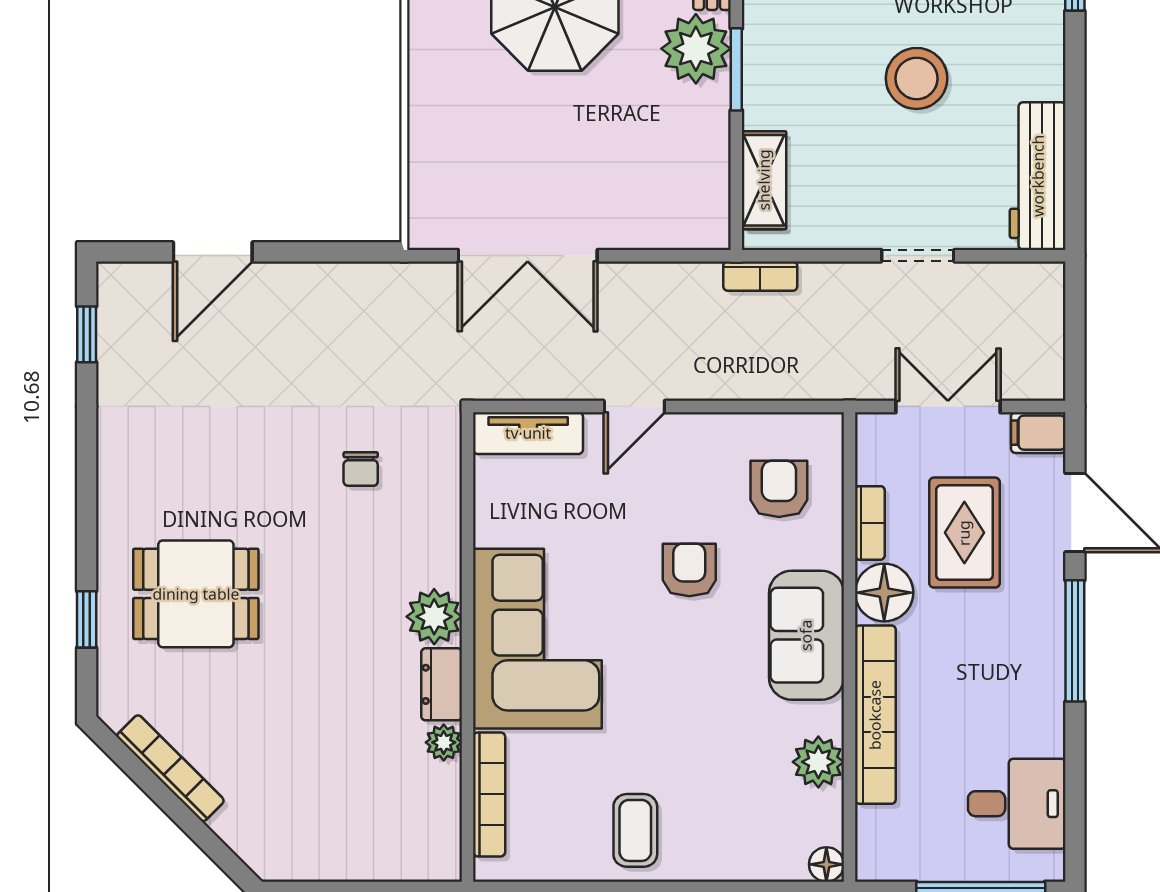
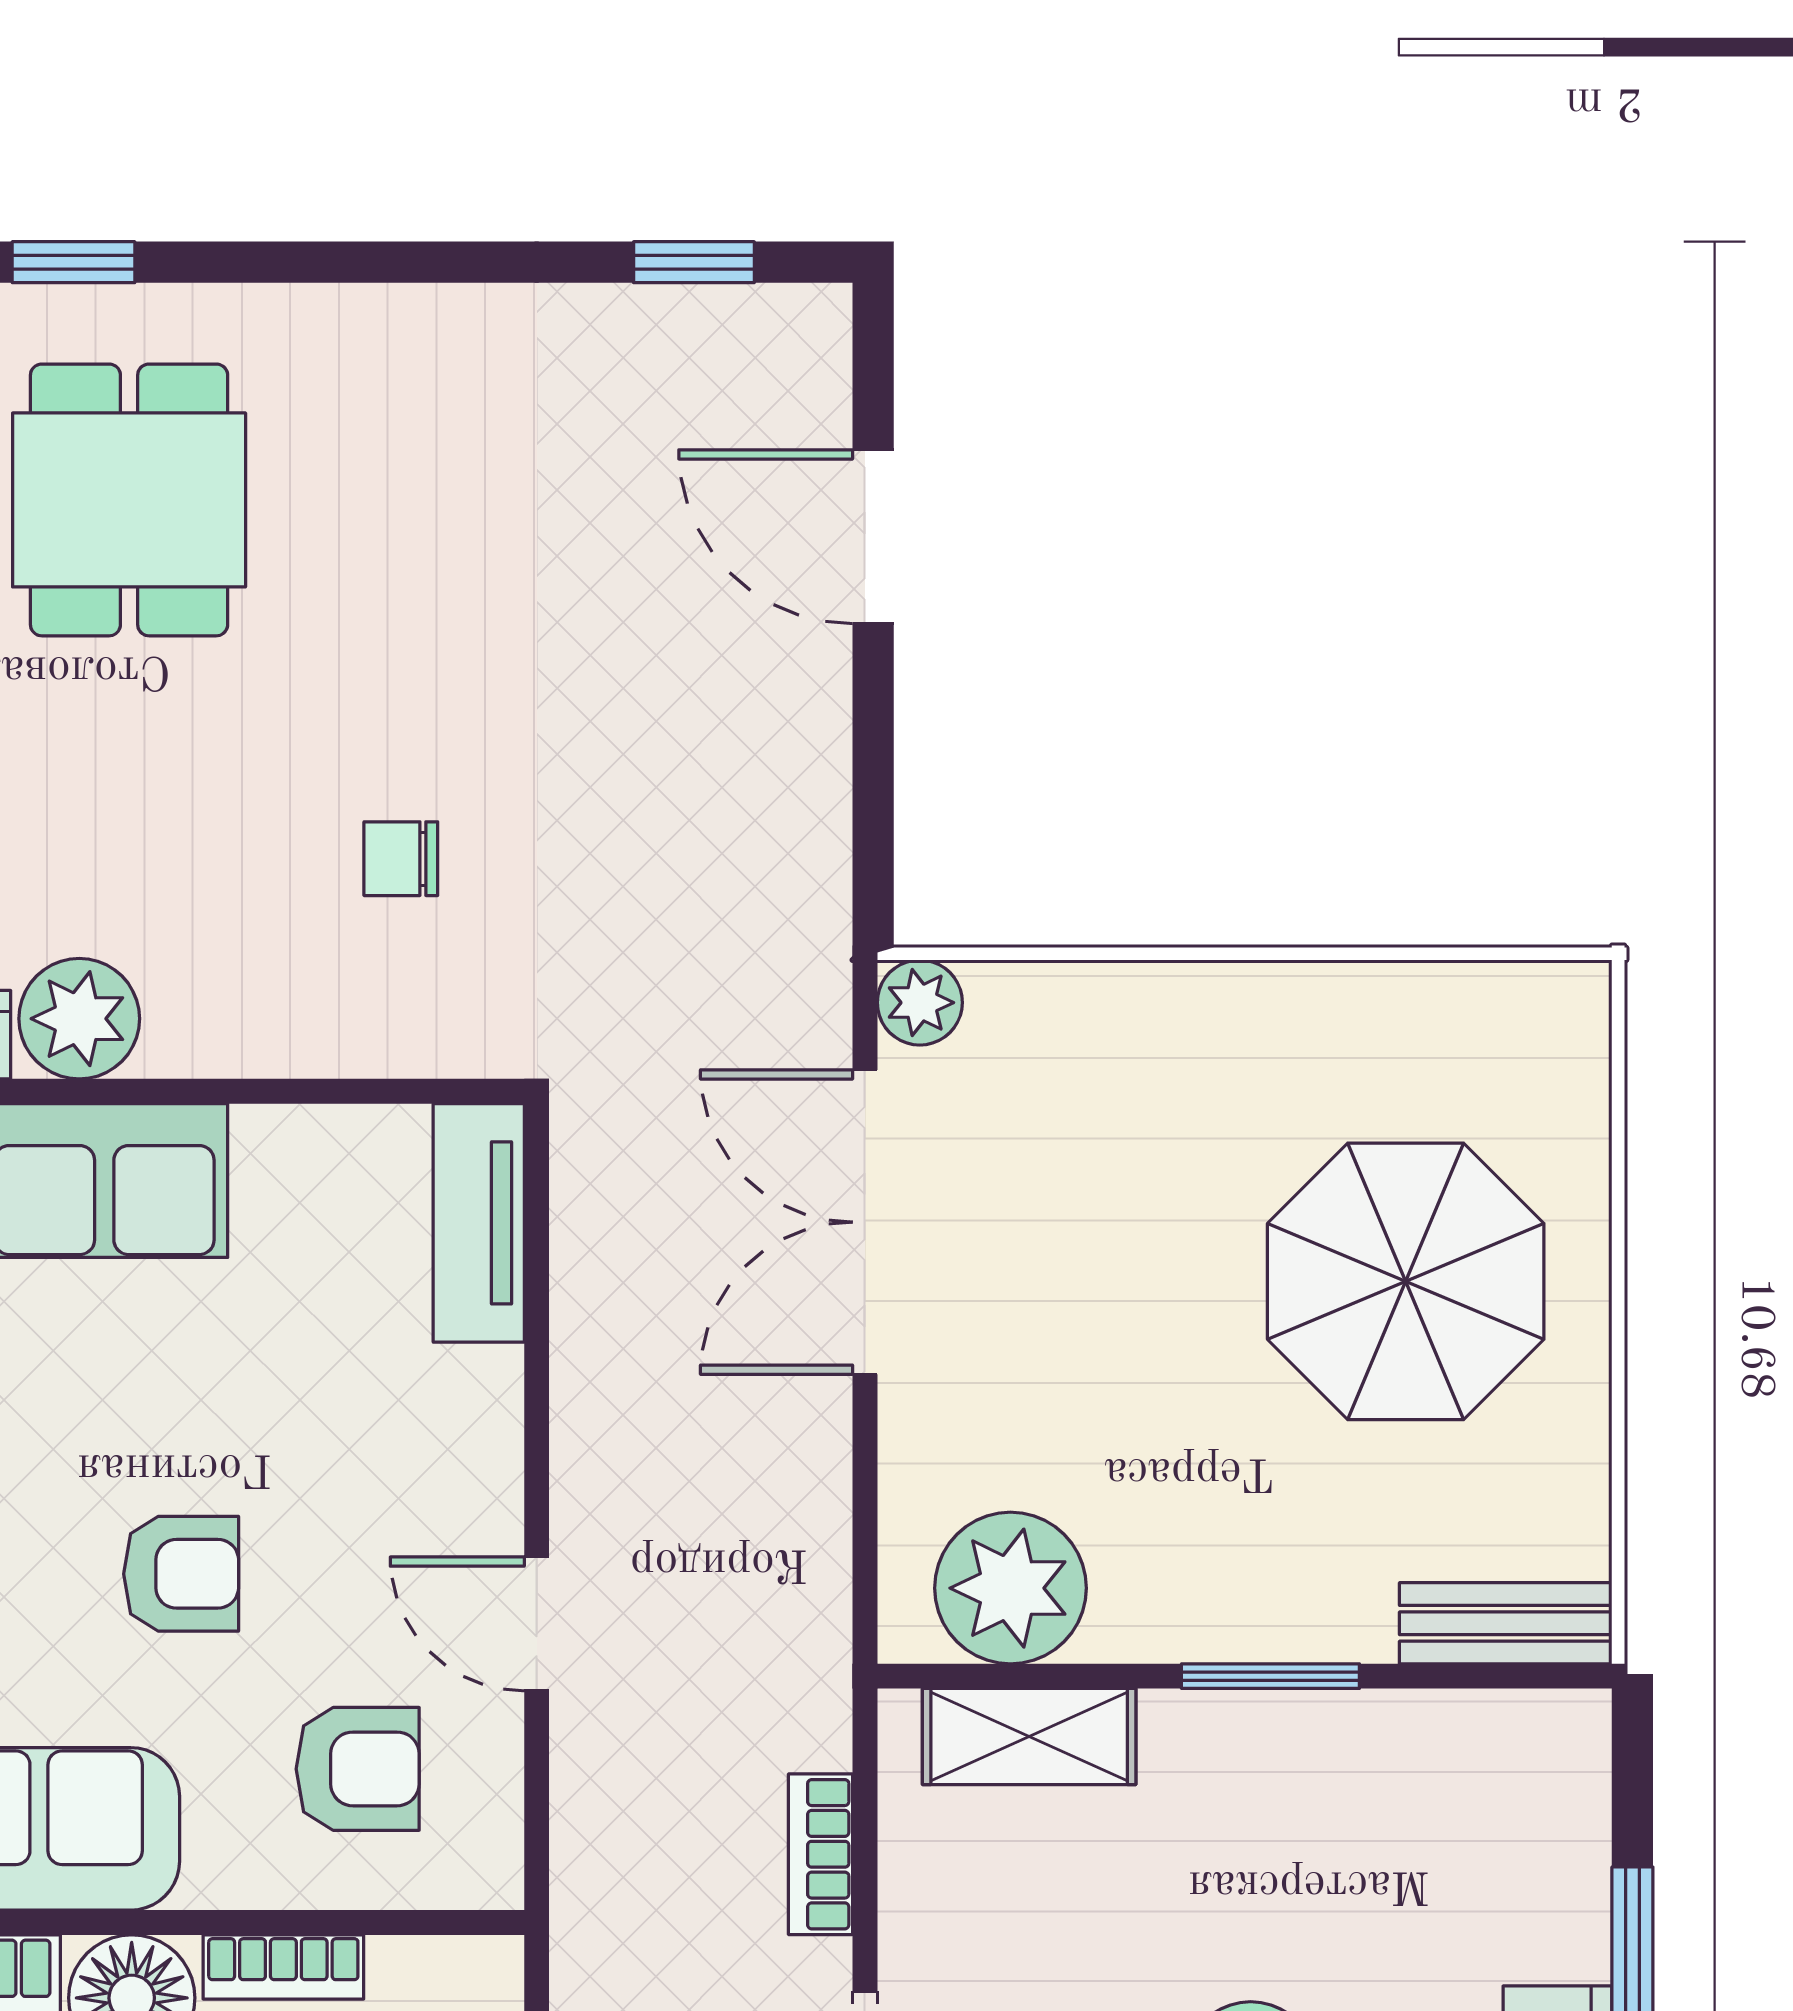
plant: (696, 49) -> (1010, 1588), moved
plant: (427, 230) -> (920, 1003), added
bookcase: (760, 276) -> (821, 1854), moved
door: (634, 407) -> (537, 1624), moved

